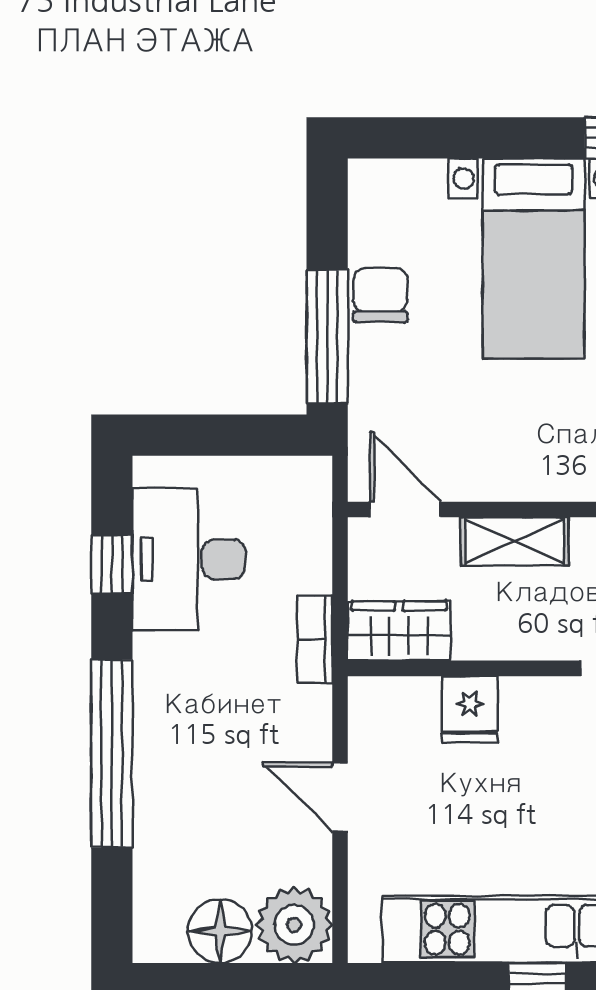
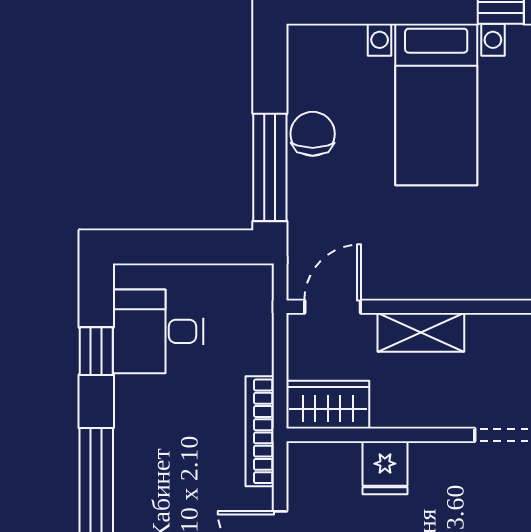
door: (405, 509) -> (333, 307), hinge flipped
desk: (189, 559) -> (158, 331), width x0.73
bookcase: (315, 639) -> (260, 431), width x1.56

